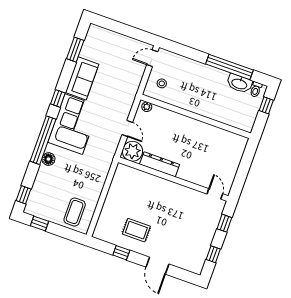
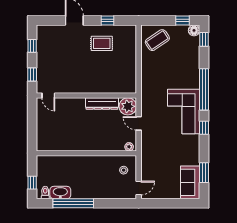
sofa: (82, 78) -> (190, 182), moved
floor lamp: (48, 159) -> (194, 30), moved
coffee table: (75, 212) -> (157, 40), turned 56

